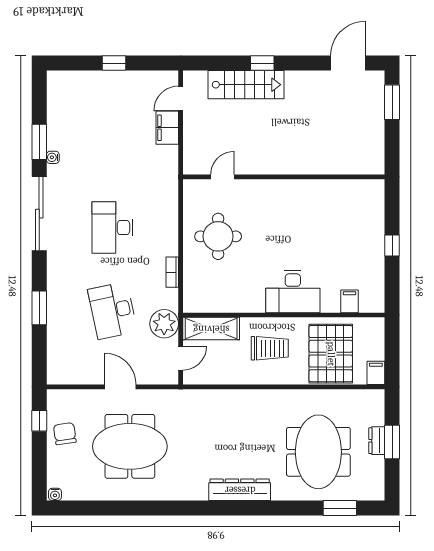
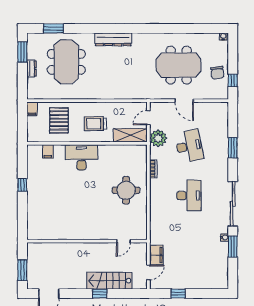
window: (114, 63) -> (178, 294), moved
door: (223, 177) -> (123, 241), moved
wall: (284, 177) -> (87, 241), moved
pallet: (331, 354) -> (59, 120), width x0.73, depth x0.71
window: (392, 442) -> (22, 52), moved

